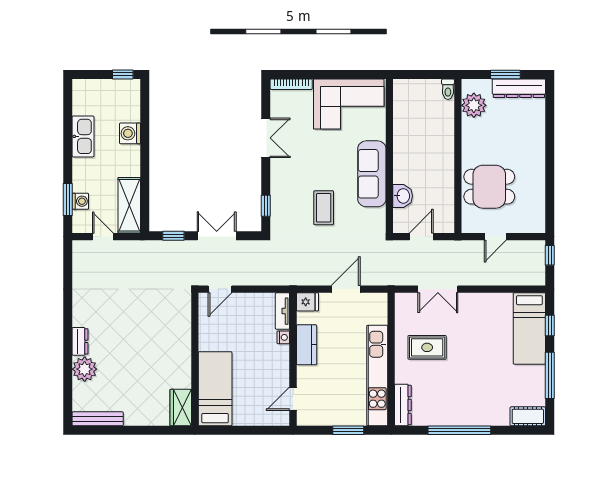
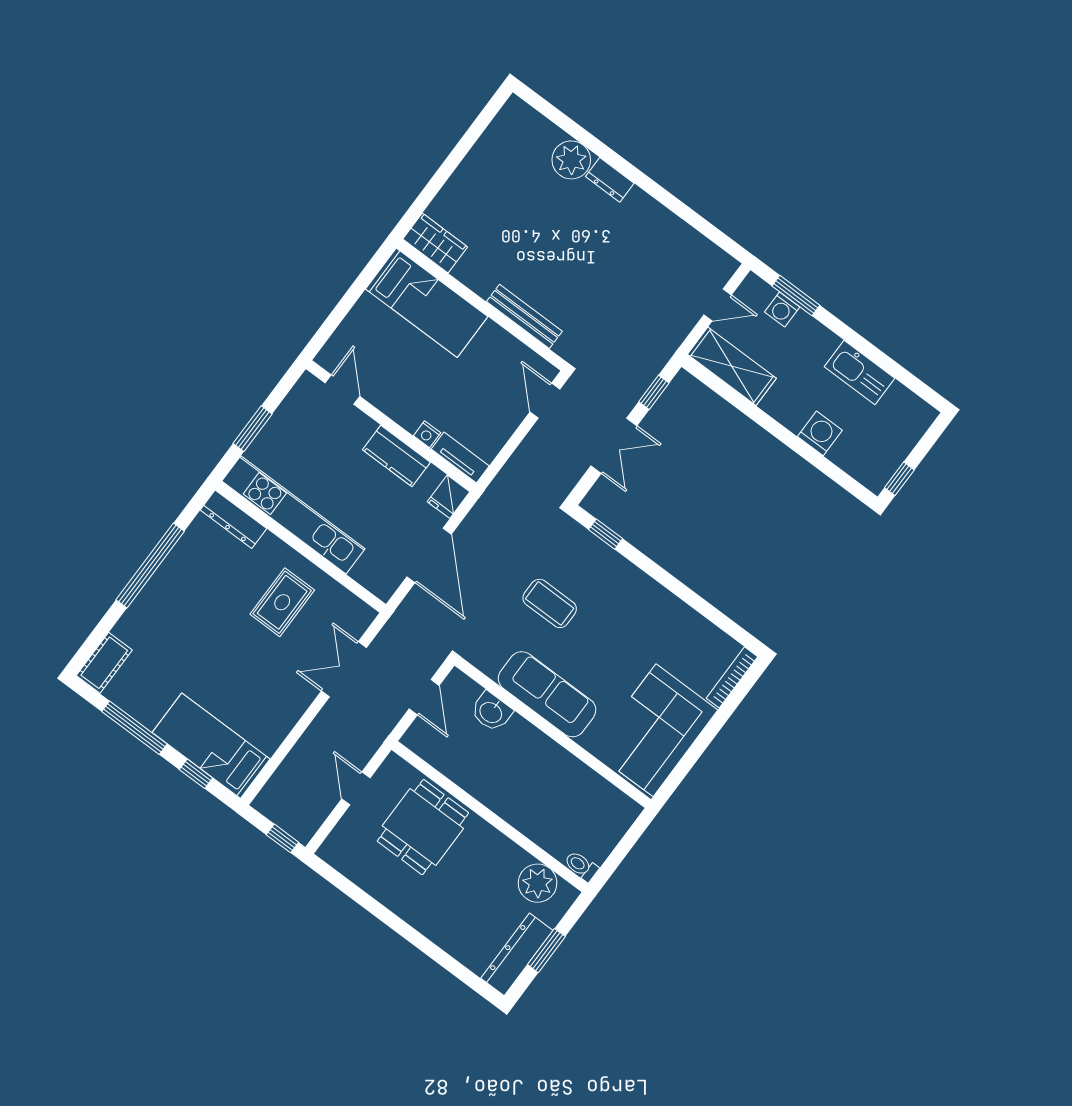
double door: (266, 138) -> (689, 597), removed
door: (346, 289) -> (429, 555), width x1.36
bench: (98, 419) -> (524, 316), moved, turned 90

